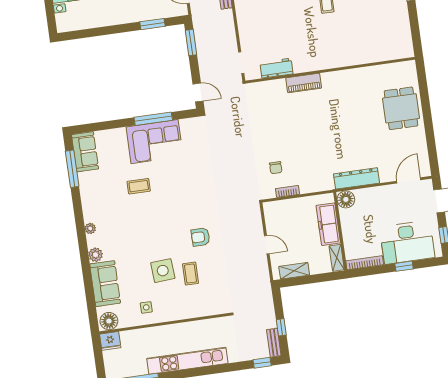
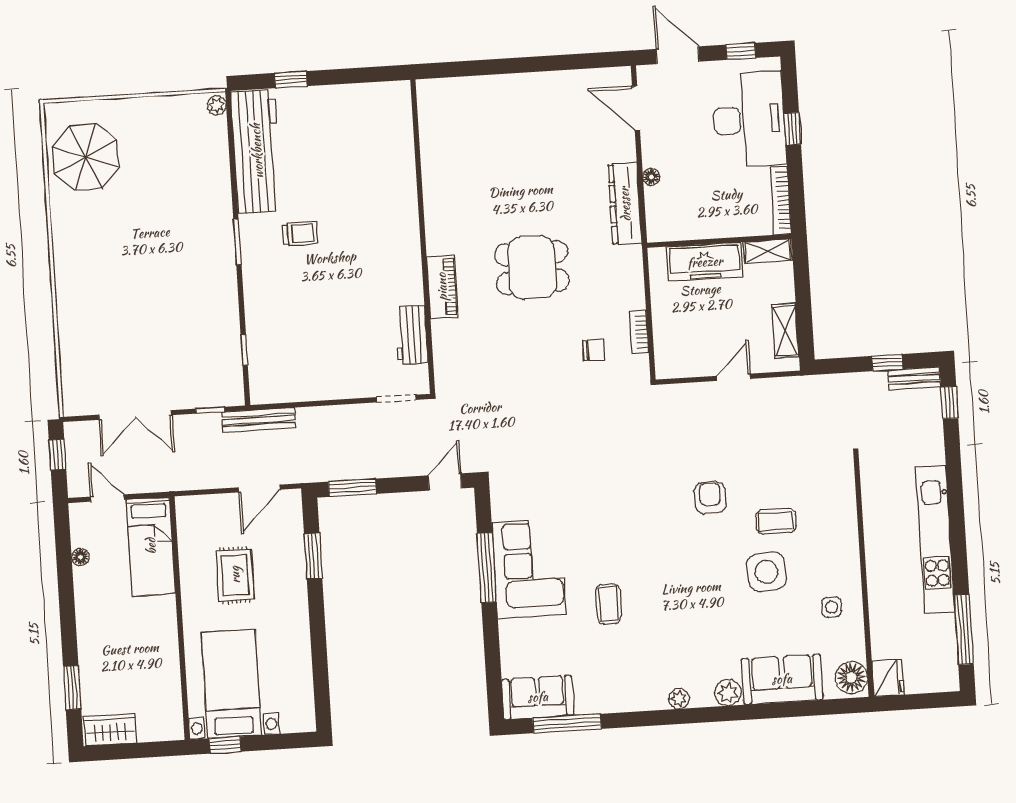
dining table: (401, 108) -> (532, 268), moved
floor lamp: (346, 199) -> (651, 177), moved, width x0.53, depth x0.53
armchair: (200, 237) -> (710, 498), turned 180

